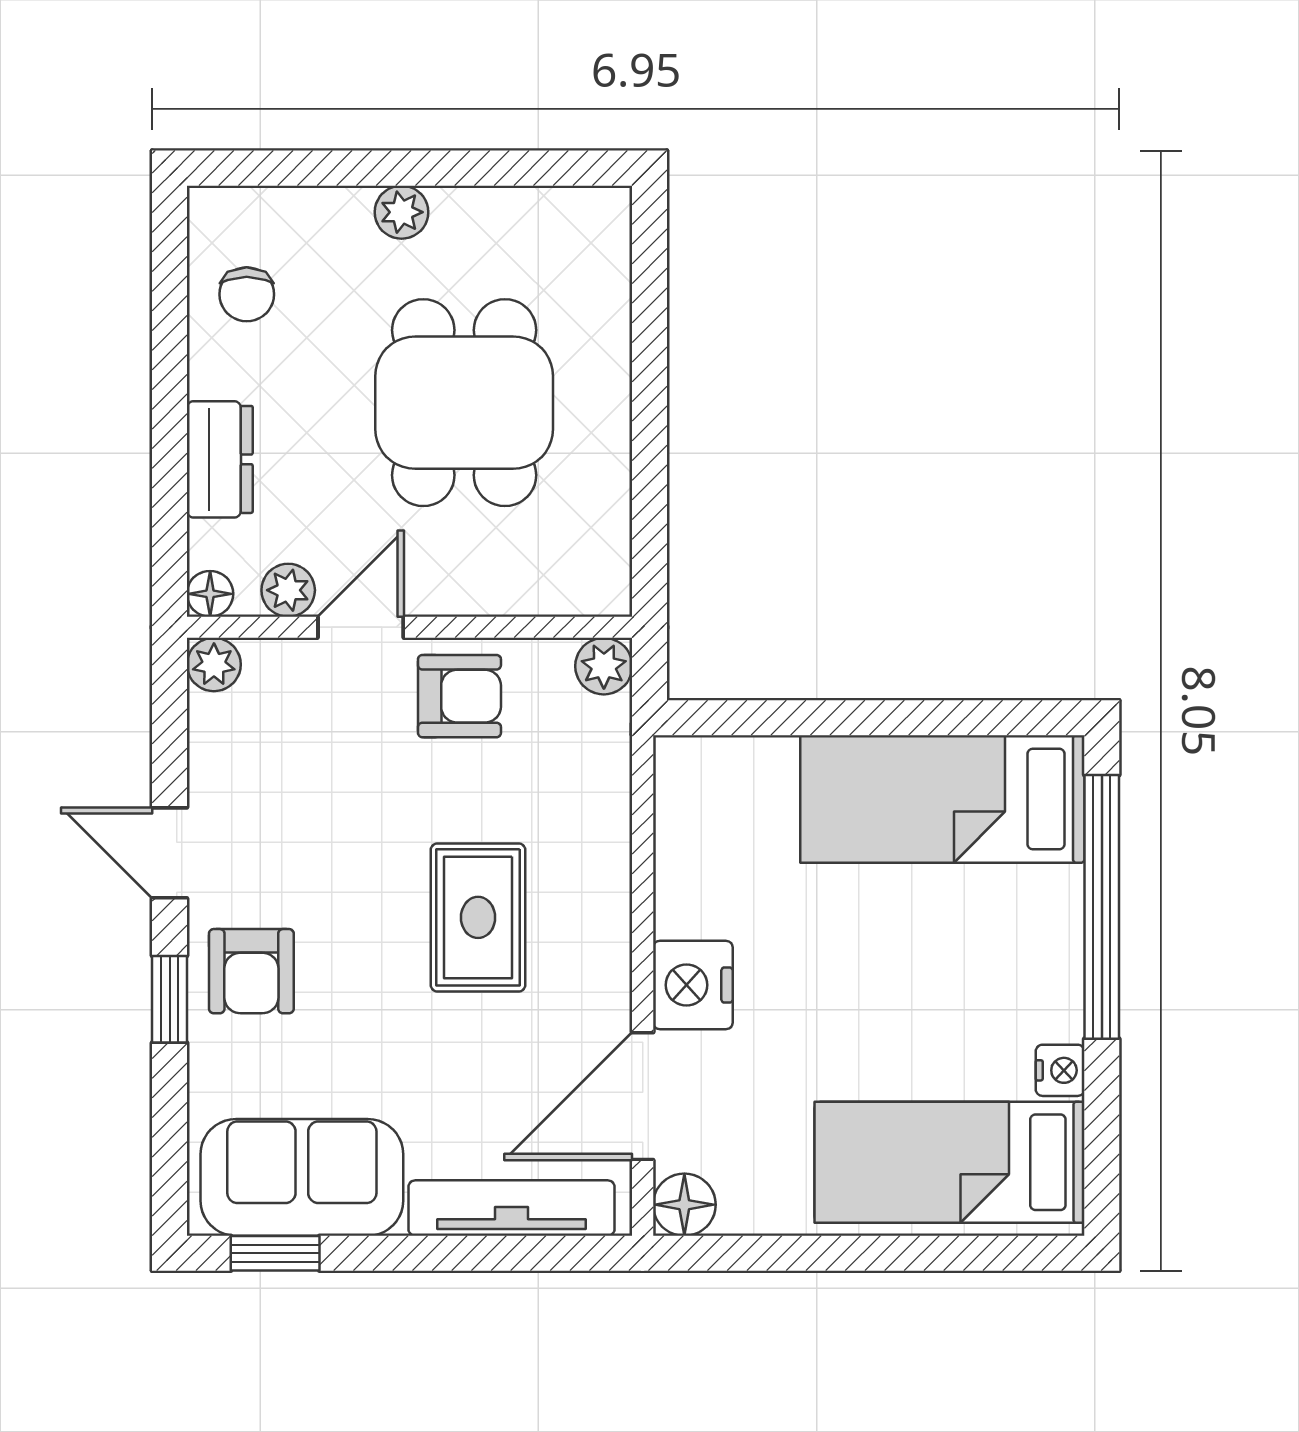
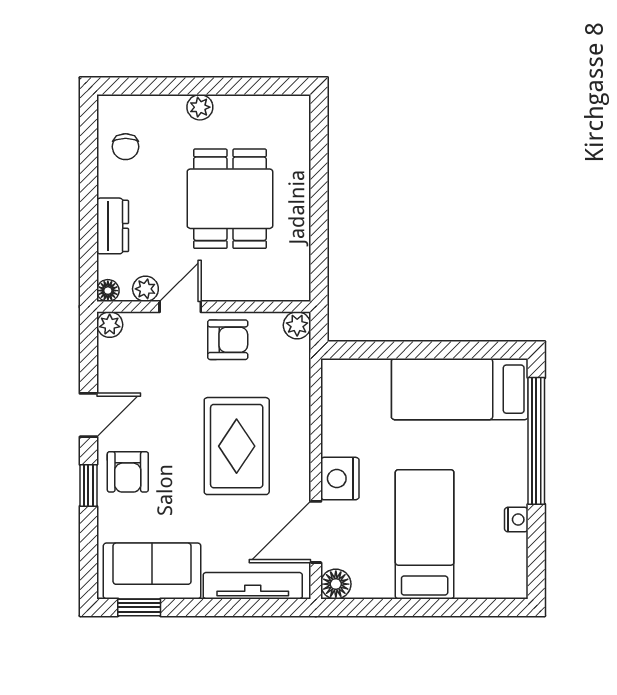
door: (170, 853) -> (88, 415), swing flipped
rug: (478, 917) -> (237, 446), width x1.36, depth x1.43
bed: (950, 1162) -> (425, 534), moved, turned 90

